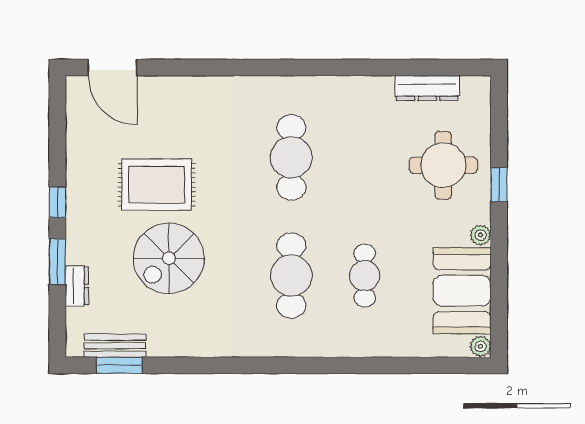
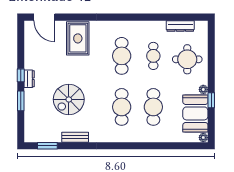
cafe table: (365, 157) -> (153, 56), added
rug: (157, 185) -> (78, 38), moved, turned 90
window: (499, 185) -> (211, 100), moved
cafe table: (365, 276) -> (153, 107), width x1.37, depth x1.35
dresser: (77, 286) -> (29, 79), moved
bench: (115, 346) -> (75, 137), moved

